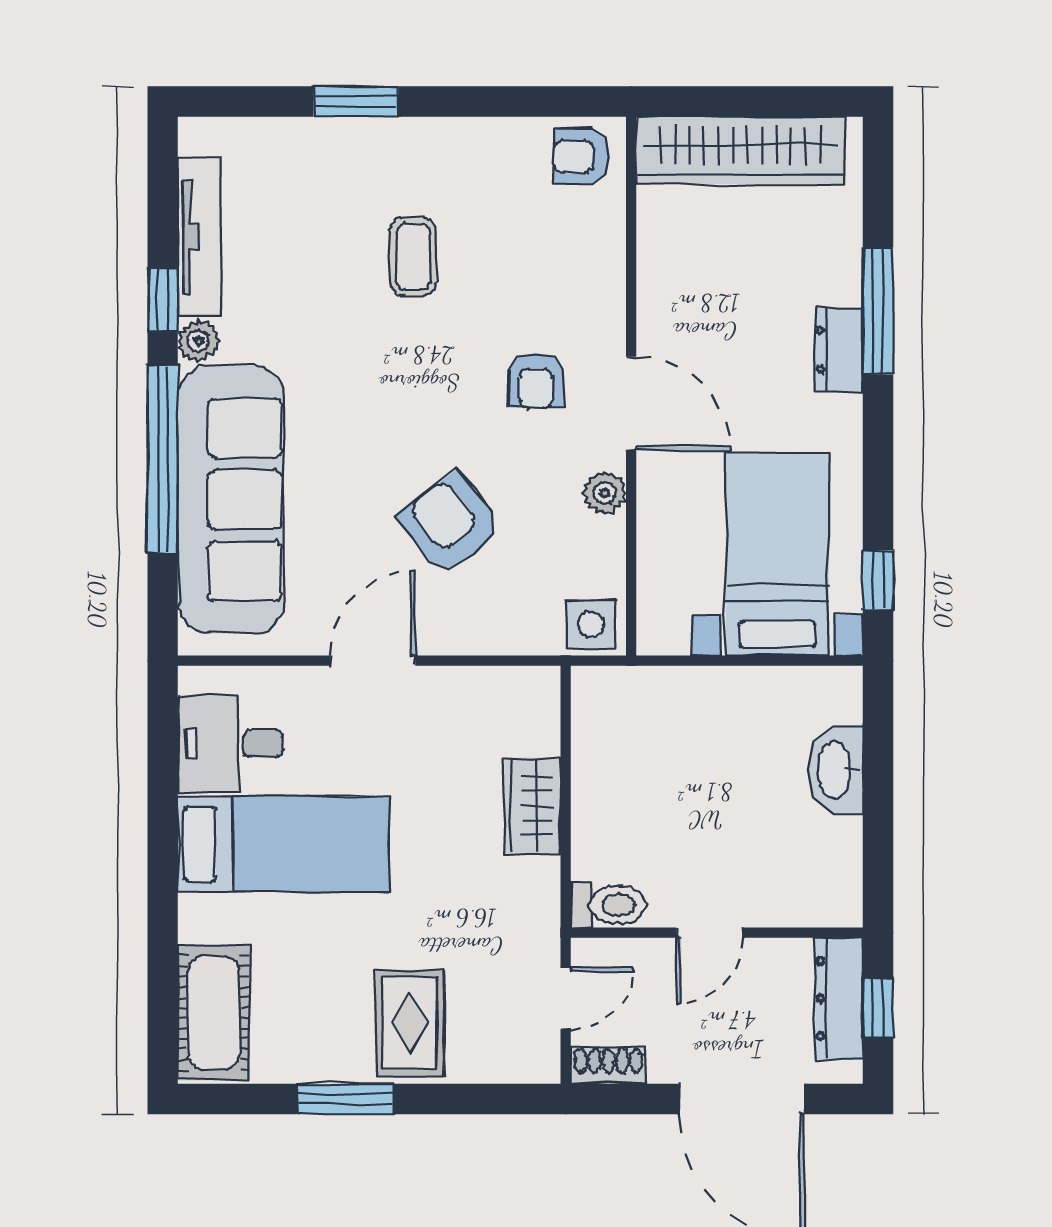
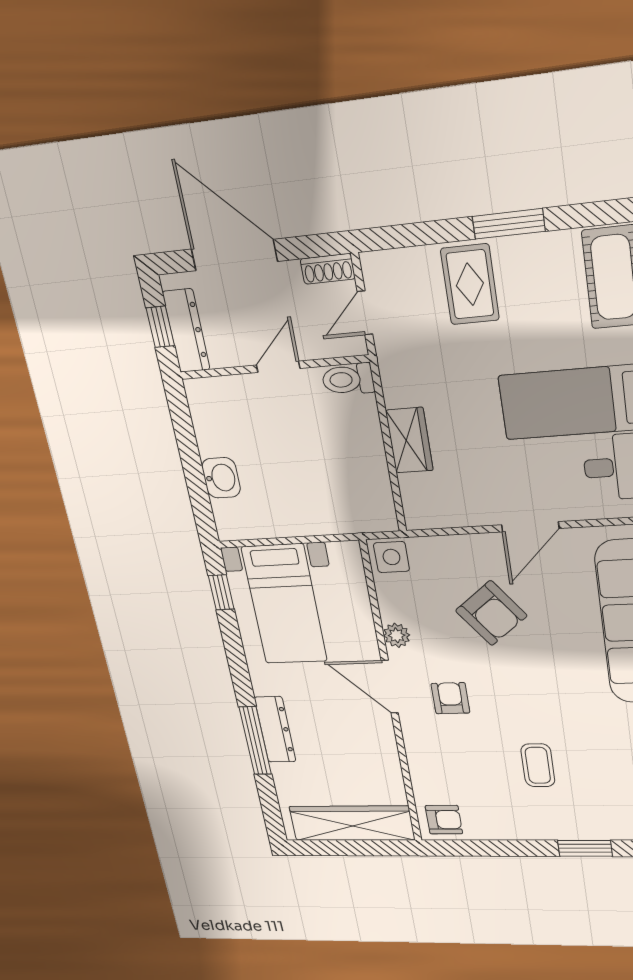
dresser: (839, 350) -> (275, 729), width x1.44
washbasin: (836, 770) -> (221, 478), width x0.72

